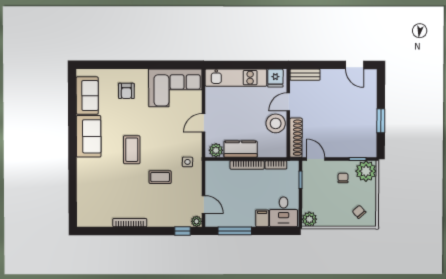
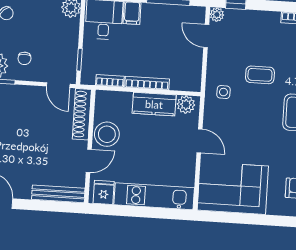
bench: (305, 75) -> (58, 194), width x1.36
door: (204, 123) -> (200, 141), hinge flipped

